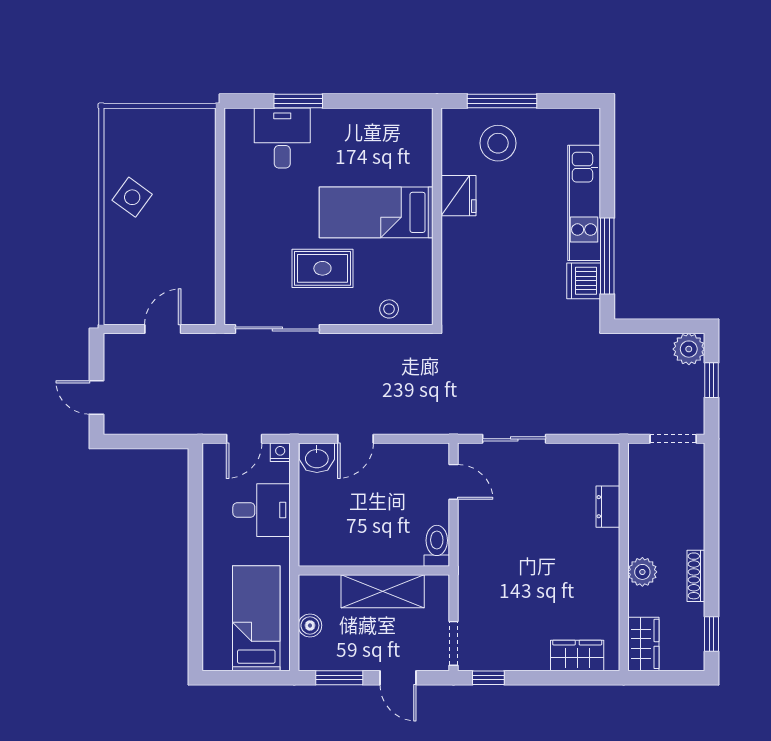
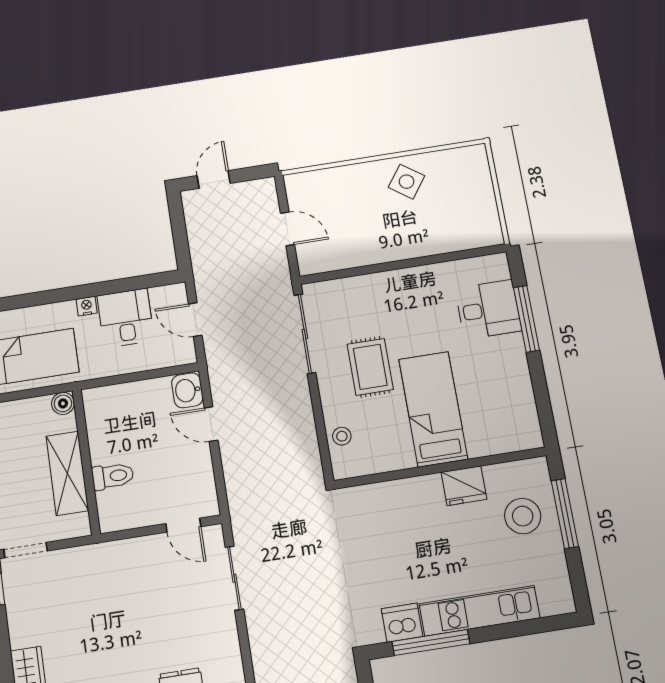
window: (298, 101) -> (527, 319), width x1.44
nightstand: (280, 452) -> (87, 306), moved, turned -90
door: (453, 482) -> (183, 525), hinge flipped
desk: (262, 510) -> (126, 318), moved, turned 180
toilet: (437, 546) -> (113, 476), moved
boiler: (310, 625) -> (63, 403), moved

